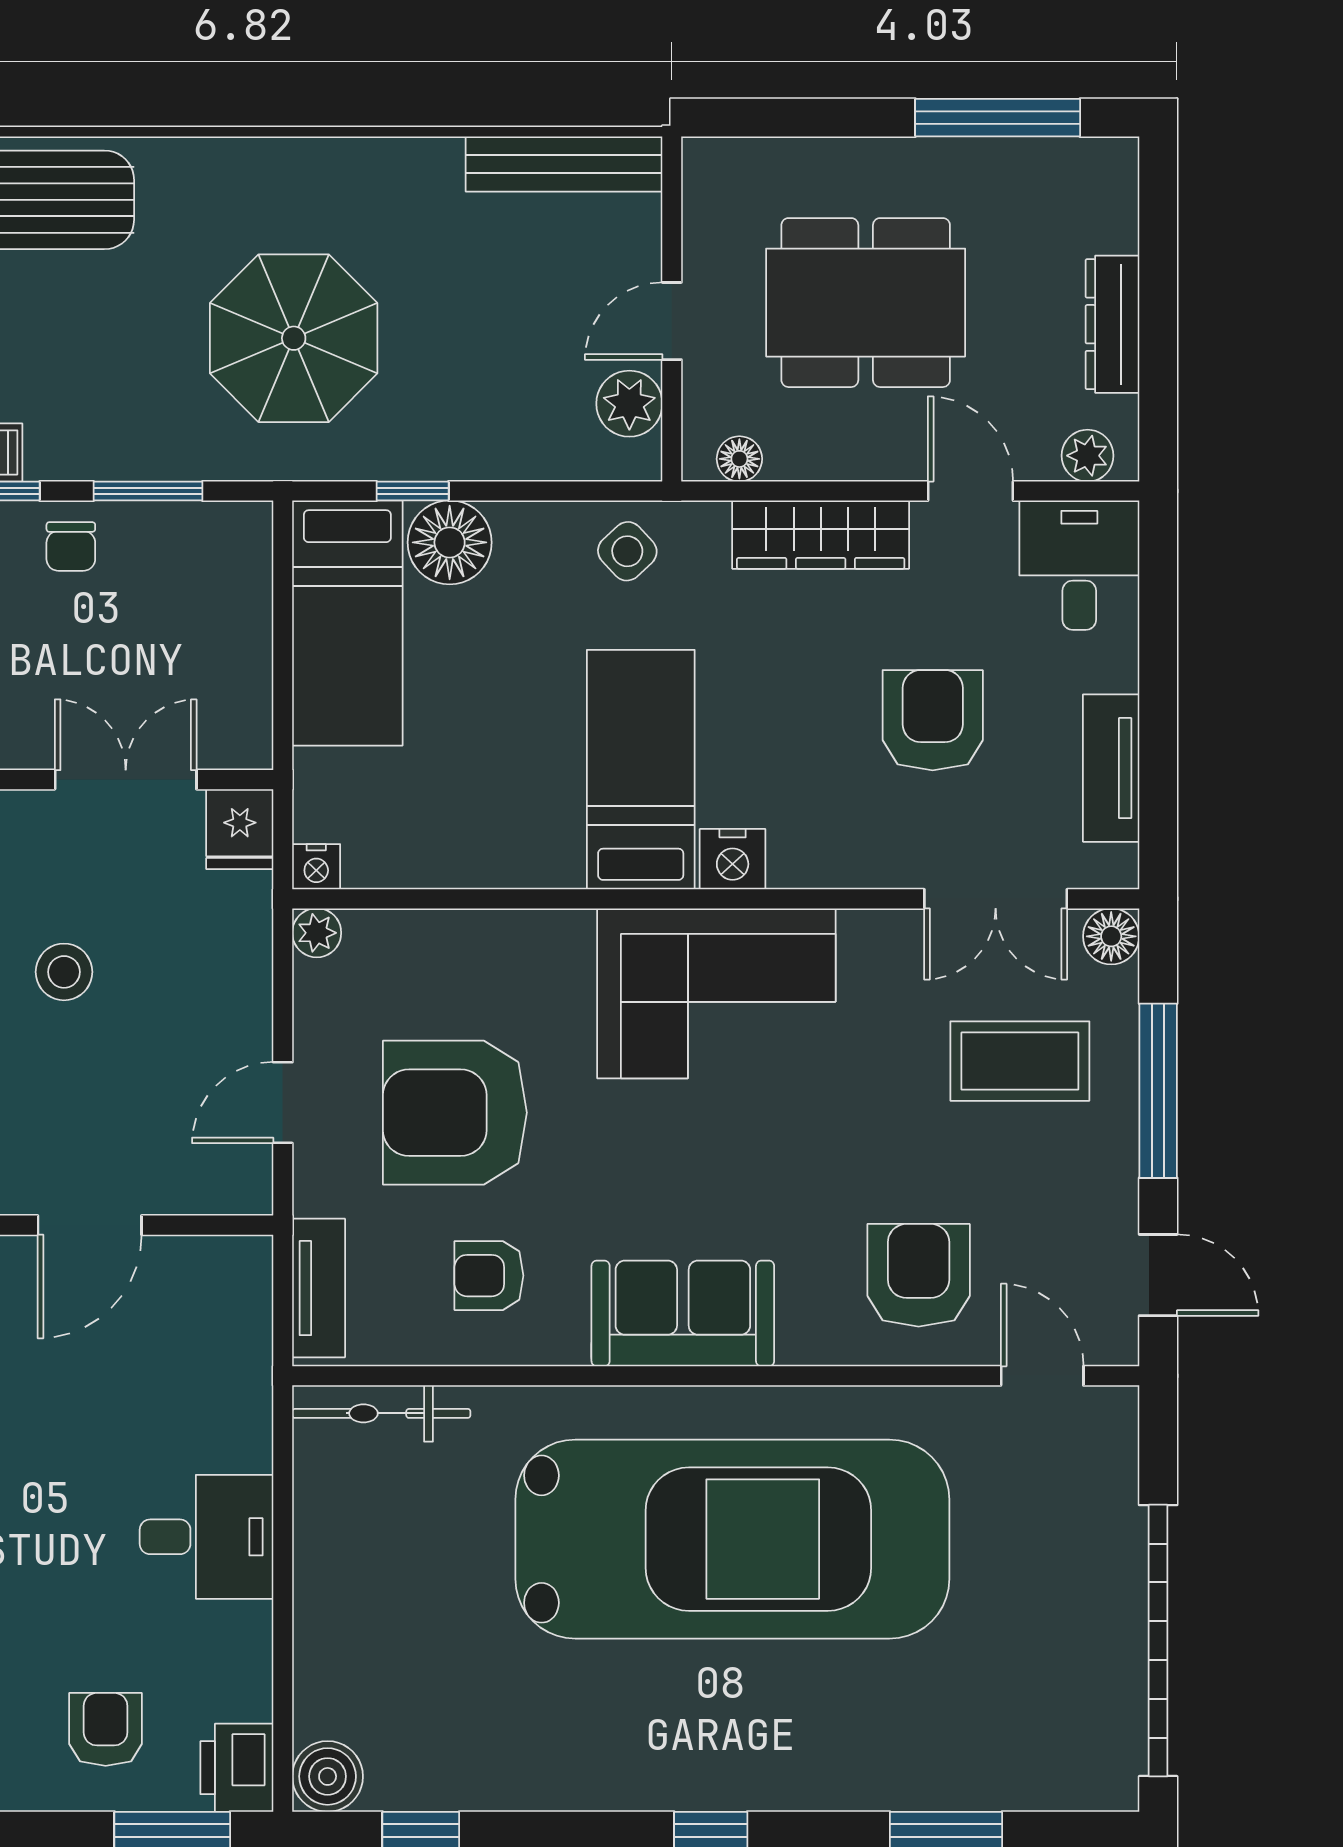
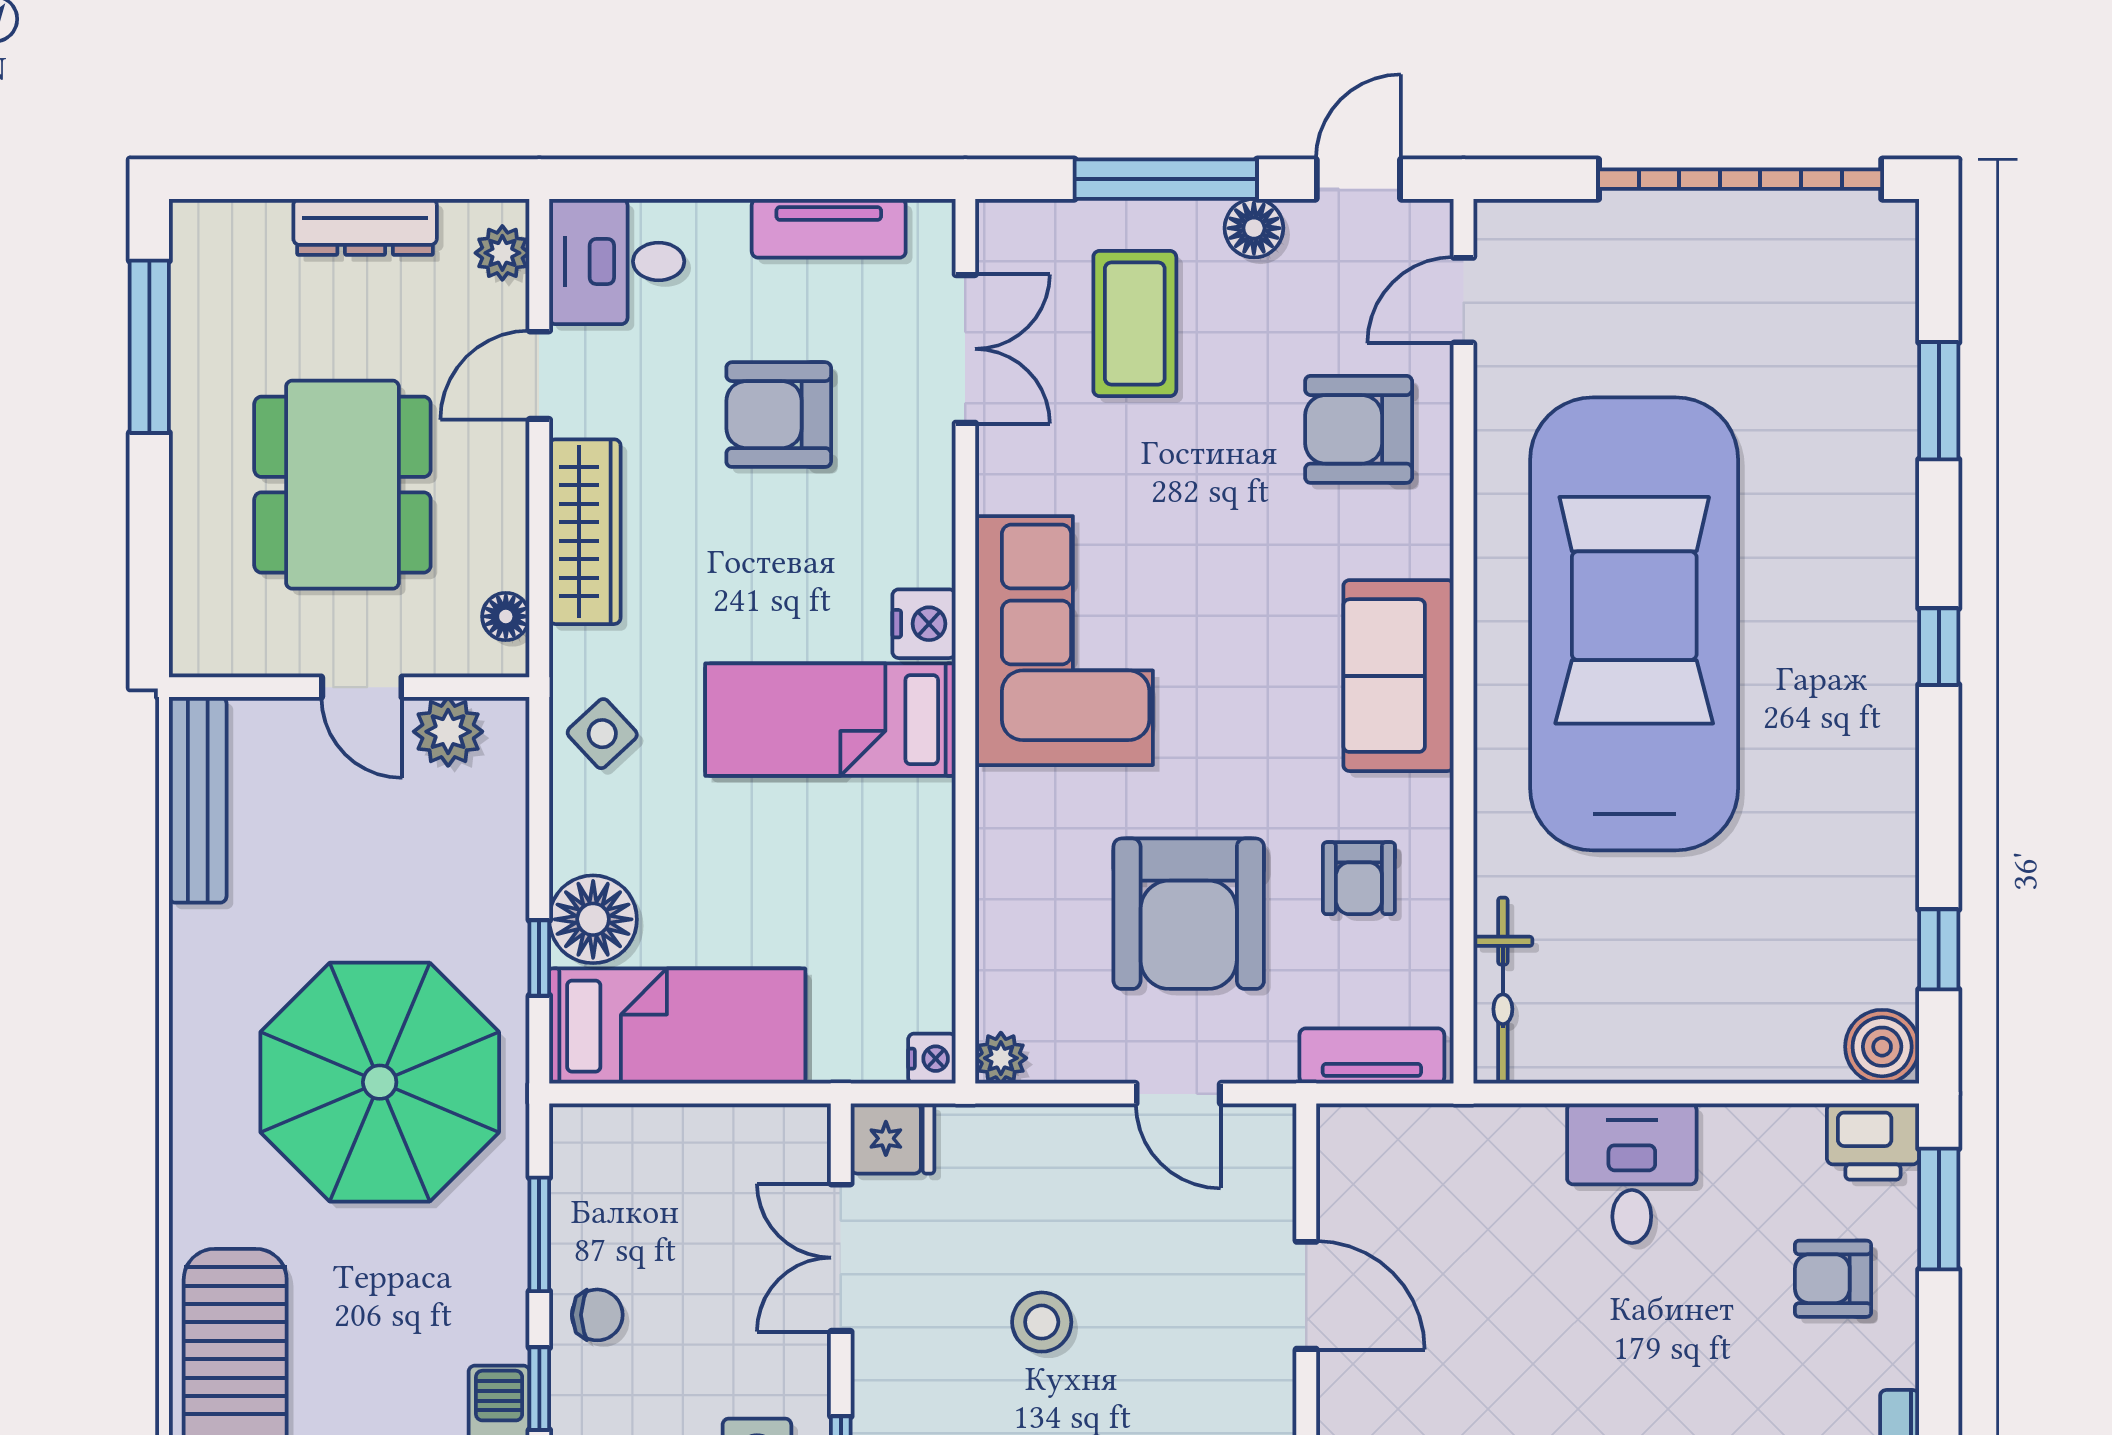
parasol: (294, 338) -> (380, 1082), width x1.36, depth x1.36
floor lamp: (1111, 936) -> (1254, 228), moved

